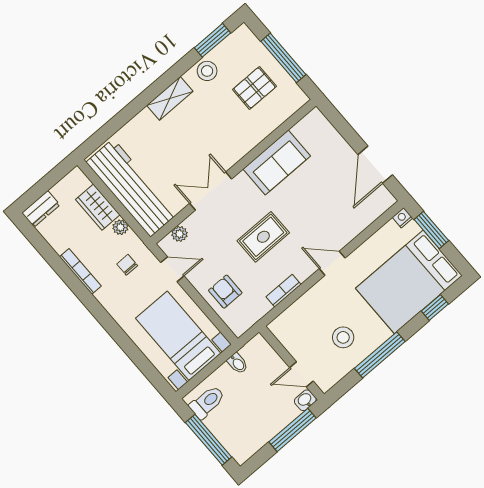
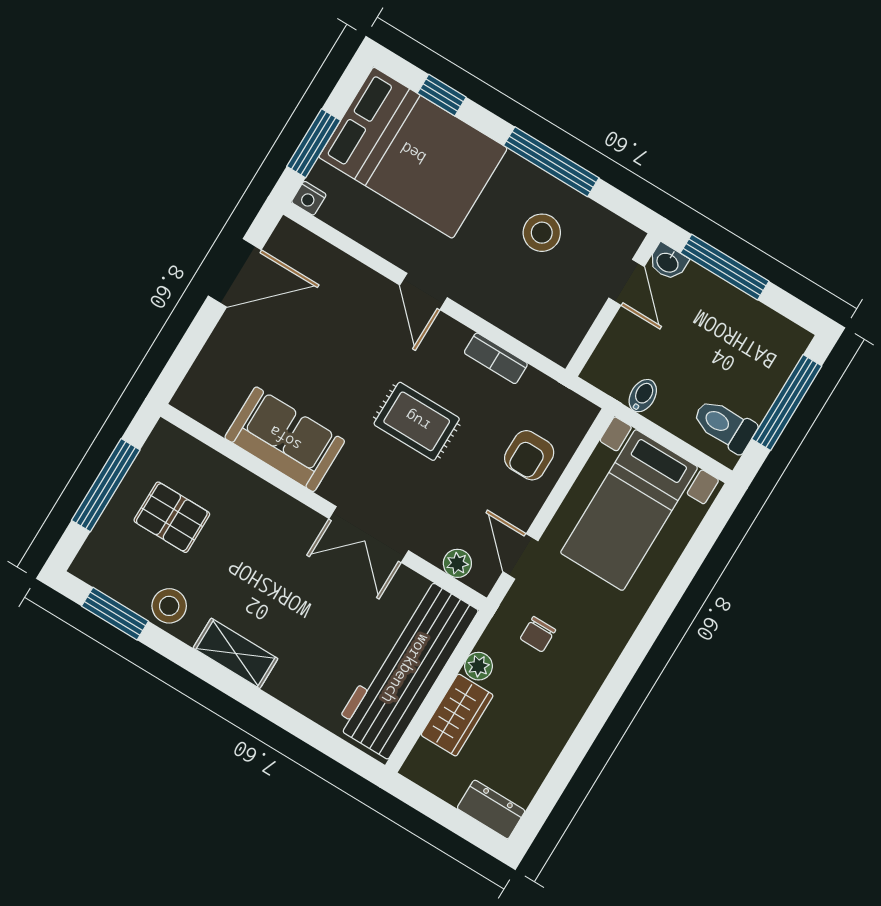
bookcase: (80, 271) -> (574, 709), removed

